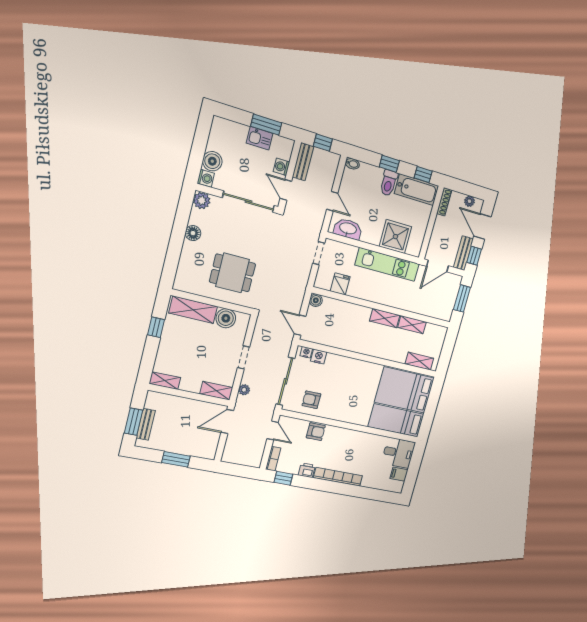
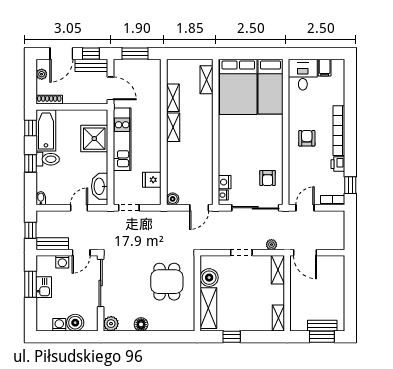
washing machine: (206, 178) -> (59, 325), moved
armchair: (316, 432) -> (307, 138), moved
window: (176, 459) -> (350, 291), removed

